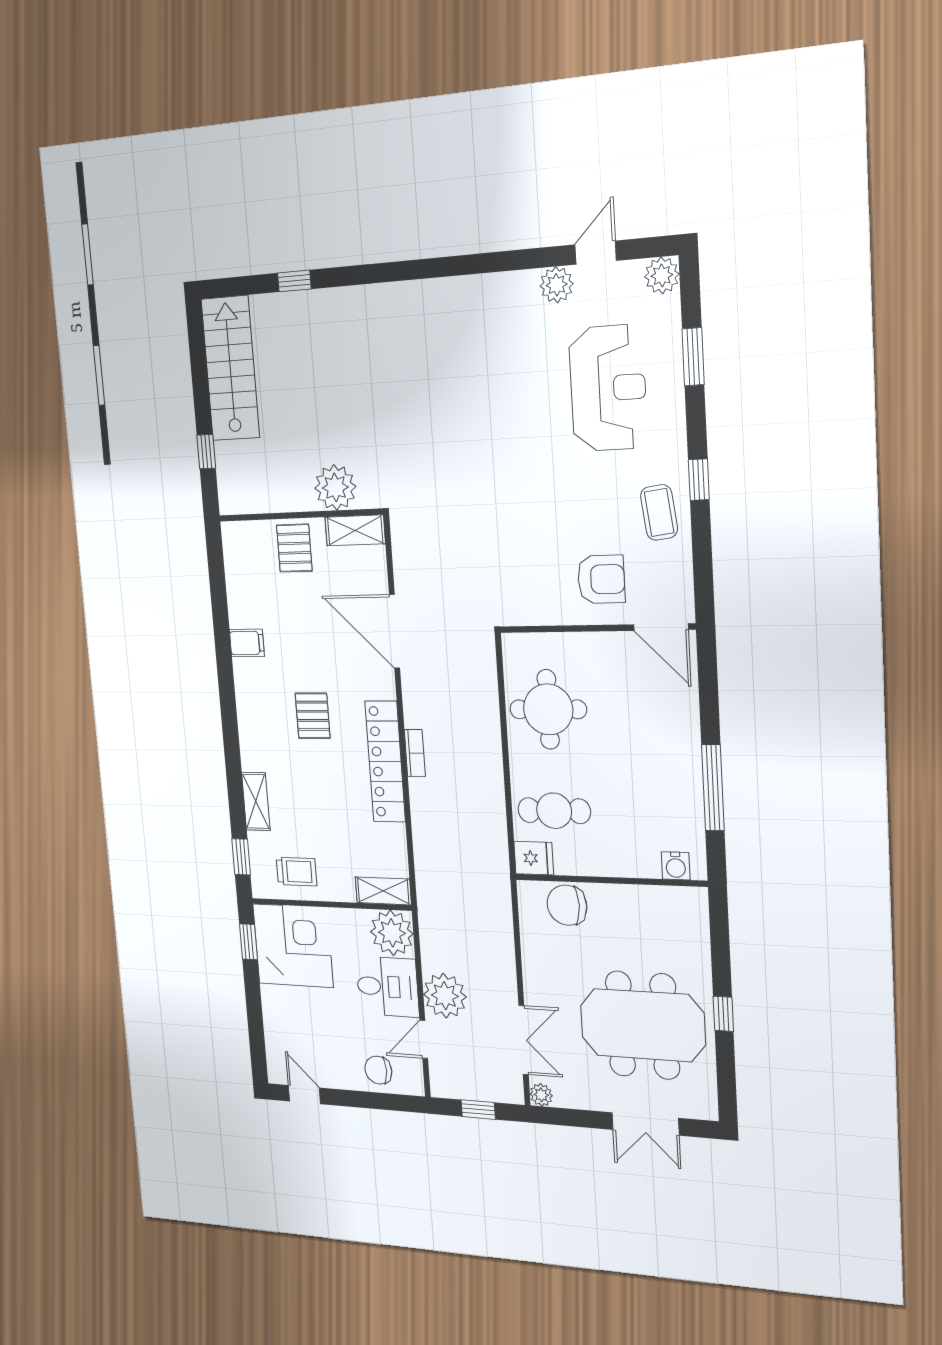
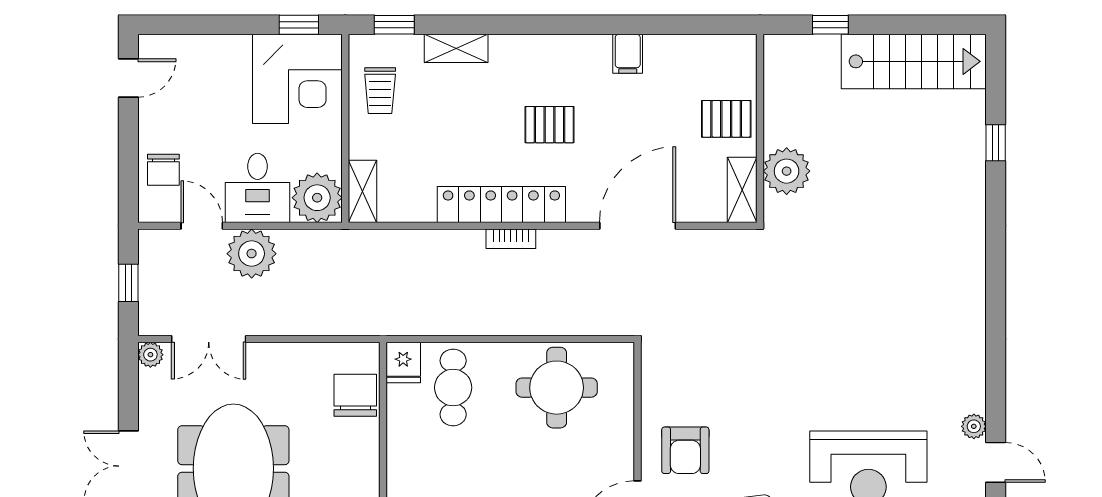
plant: (557, 285) -> (974, 426), width x0.73, depth x0.73
chair: (378, 1070) -> (163, 170), turned 180

